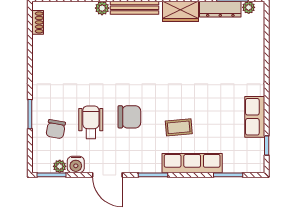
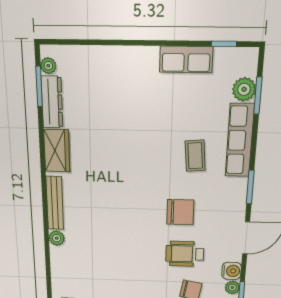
chair: (129, 117) -> (180, 212), turned 90
plant: (233, 164) -> (244, 89), added

